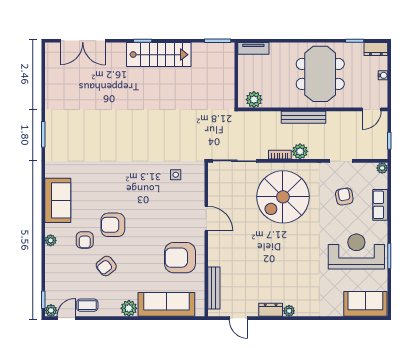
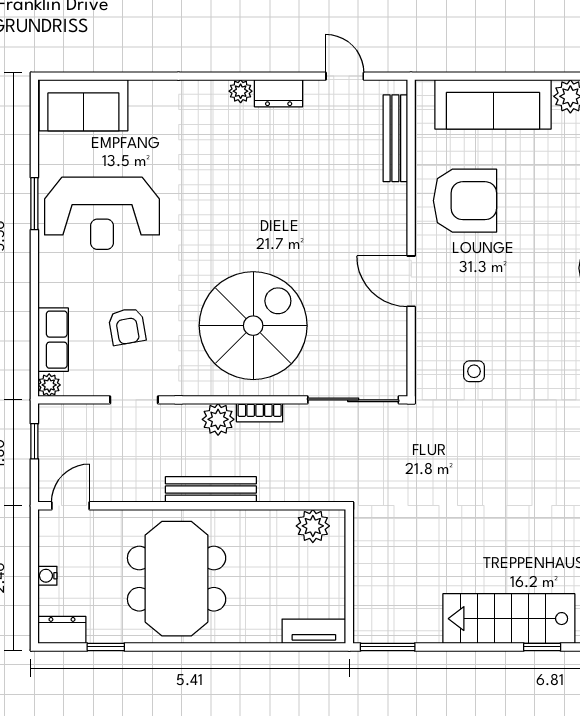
row of seats: (380, 205) -> (53, 340), moved

